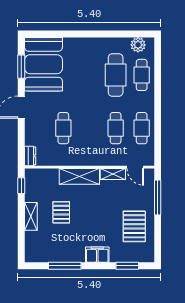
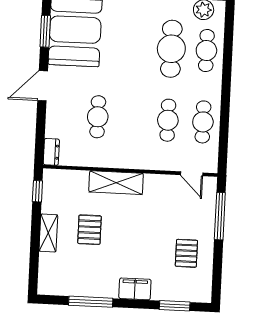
shelving: (113, 174) -> (161, 182), removed
pallet: (134, 226) -> (186, 253), width x0.67, depth x0.71

